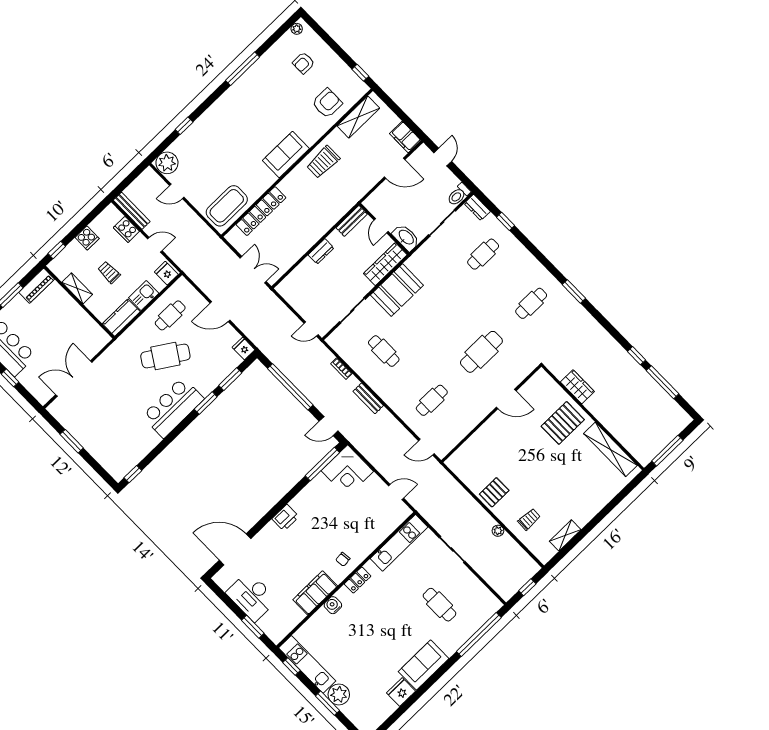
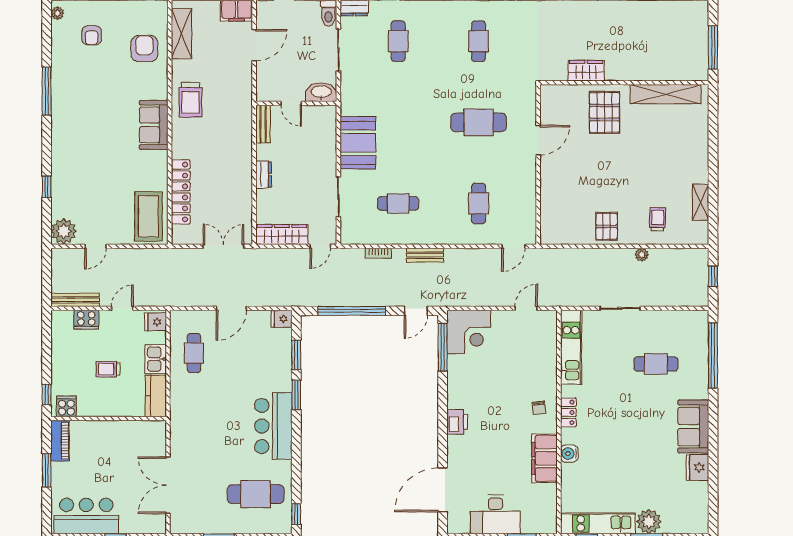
cooker: (87, 238) -> (66, 406), moved, turned -90
wardrobe: (385, 264) -> (282, 235), moved, turned 90
shelving: (77, 288) -> (95, 409), removed
cafe table: (481, 352) -> (479, 122), turned 90
cafe table: (165, 356) -> (256, 494), moved, turned 57

